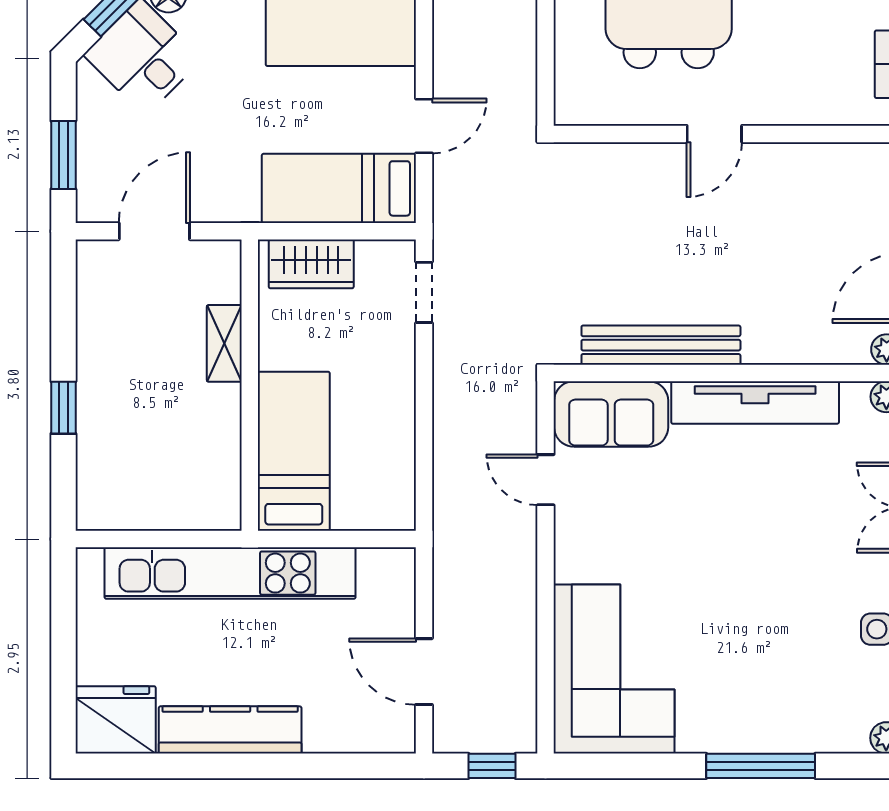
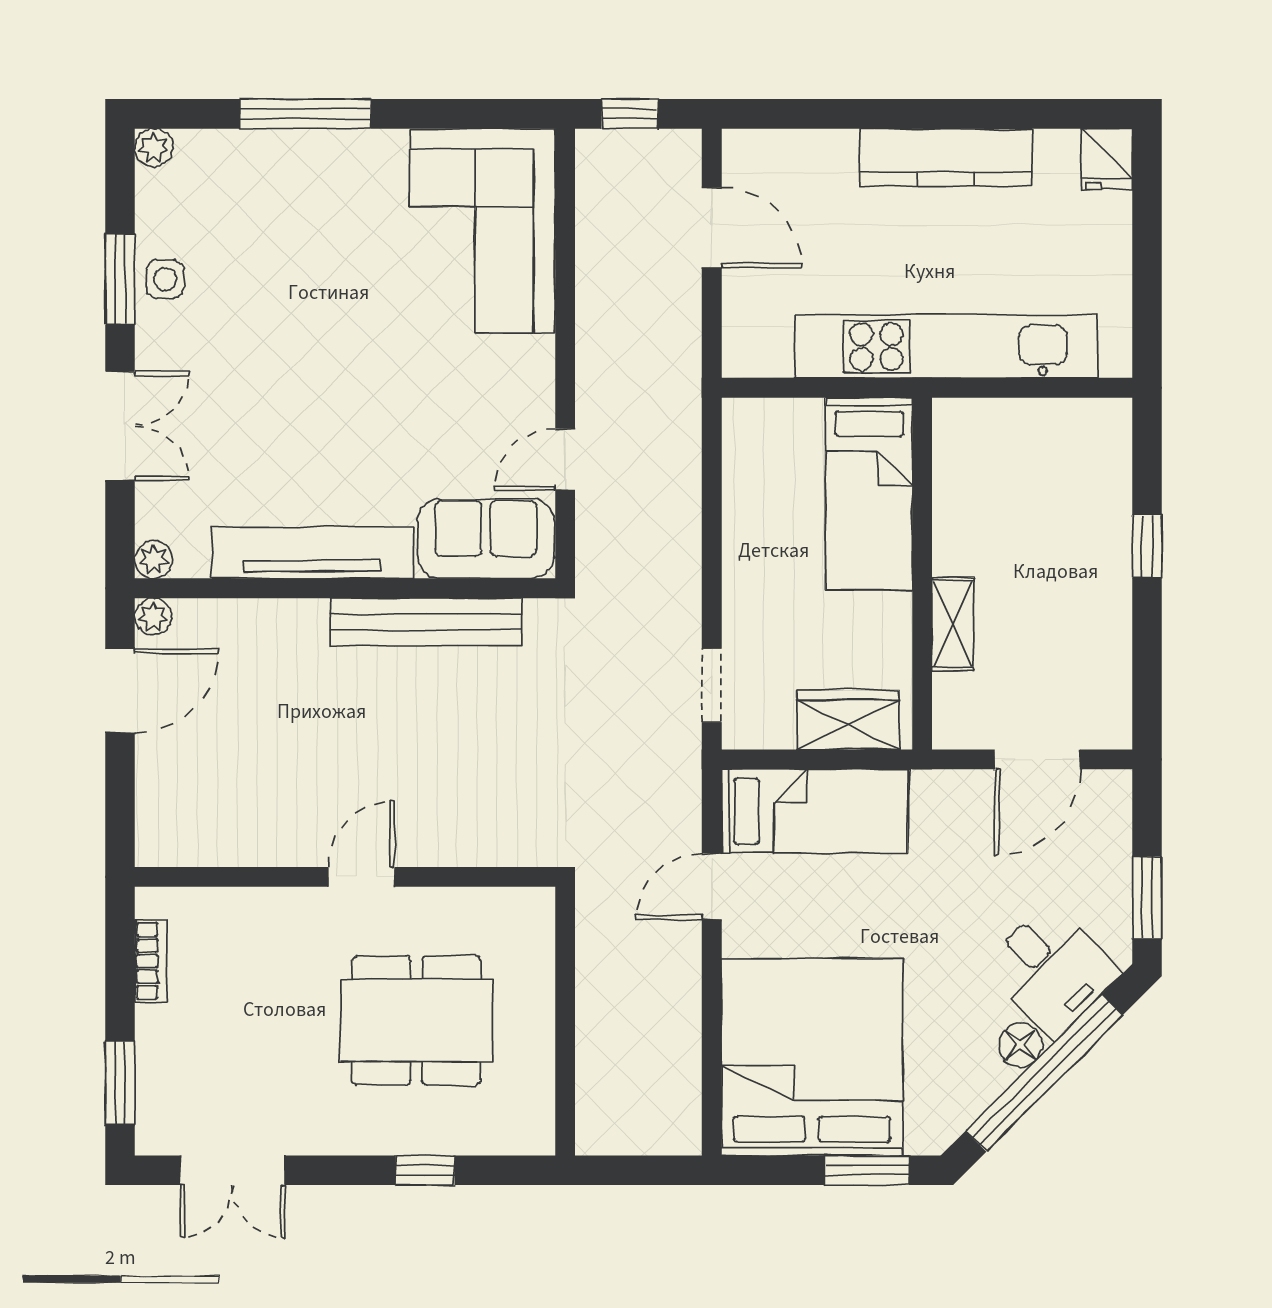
window: (63, 155) -> (1147, 898), moved
door: (546, 480) -> (565, 459), swing flipped
fridge: (116, 720) -> (1107, 159), width x0.53, depth x0.75

